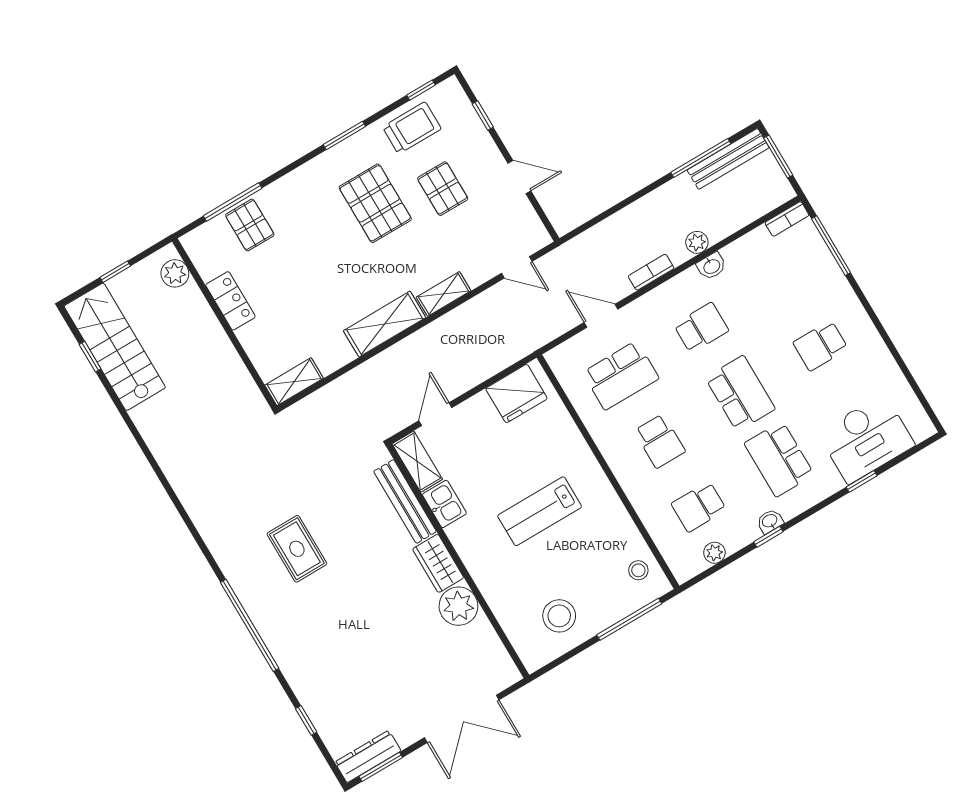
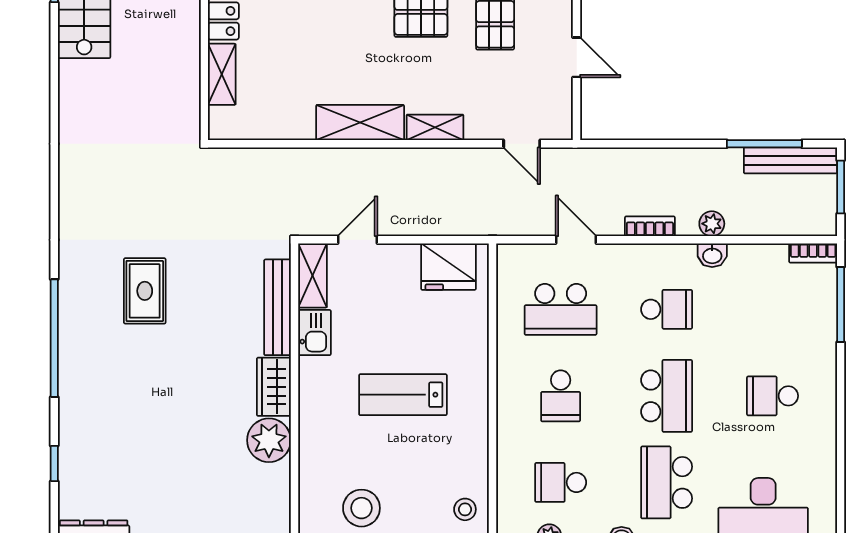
shelving: (294, 382) -> (222, 74), moved, turned 90

